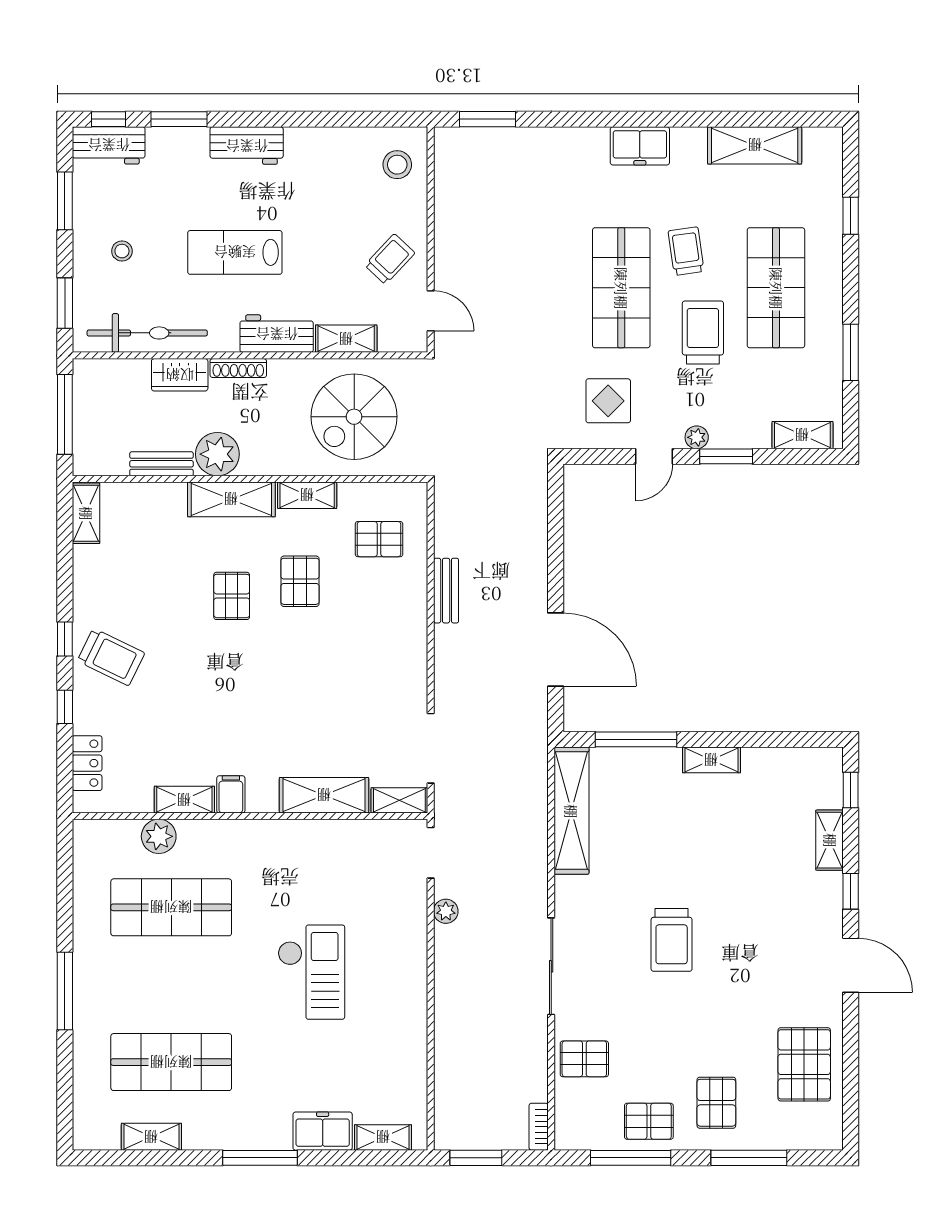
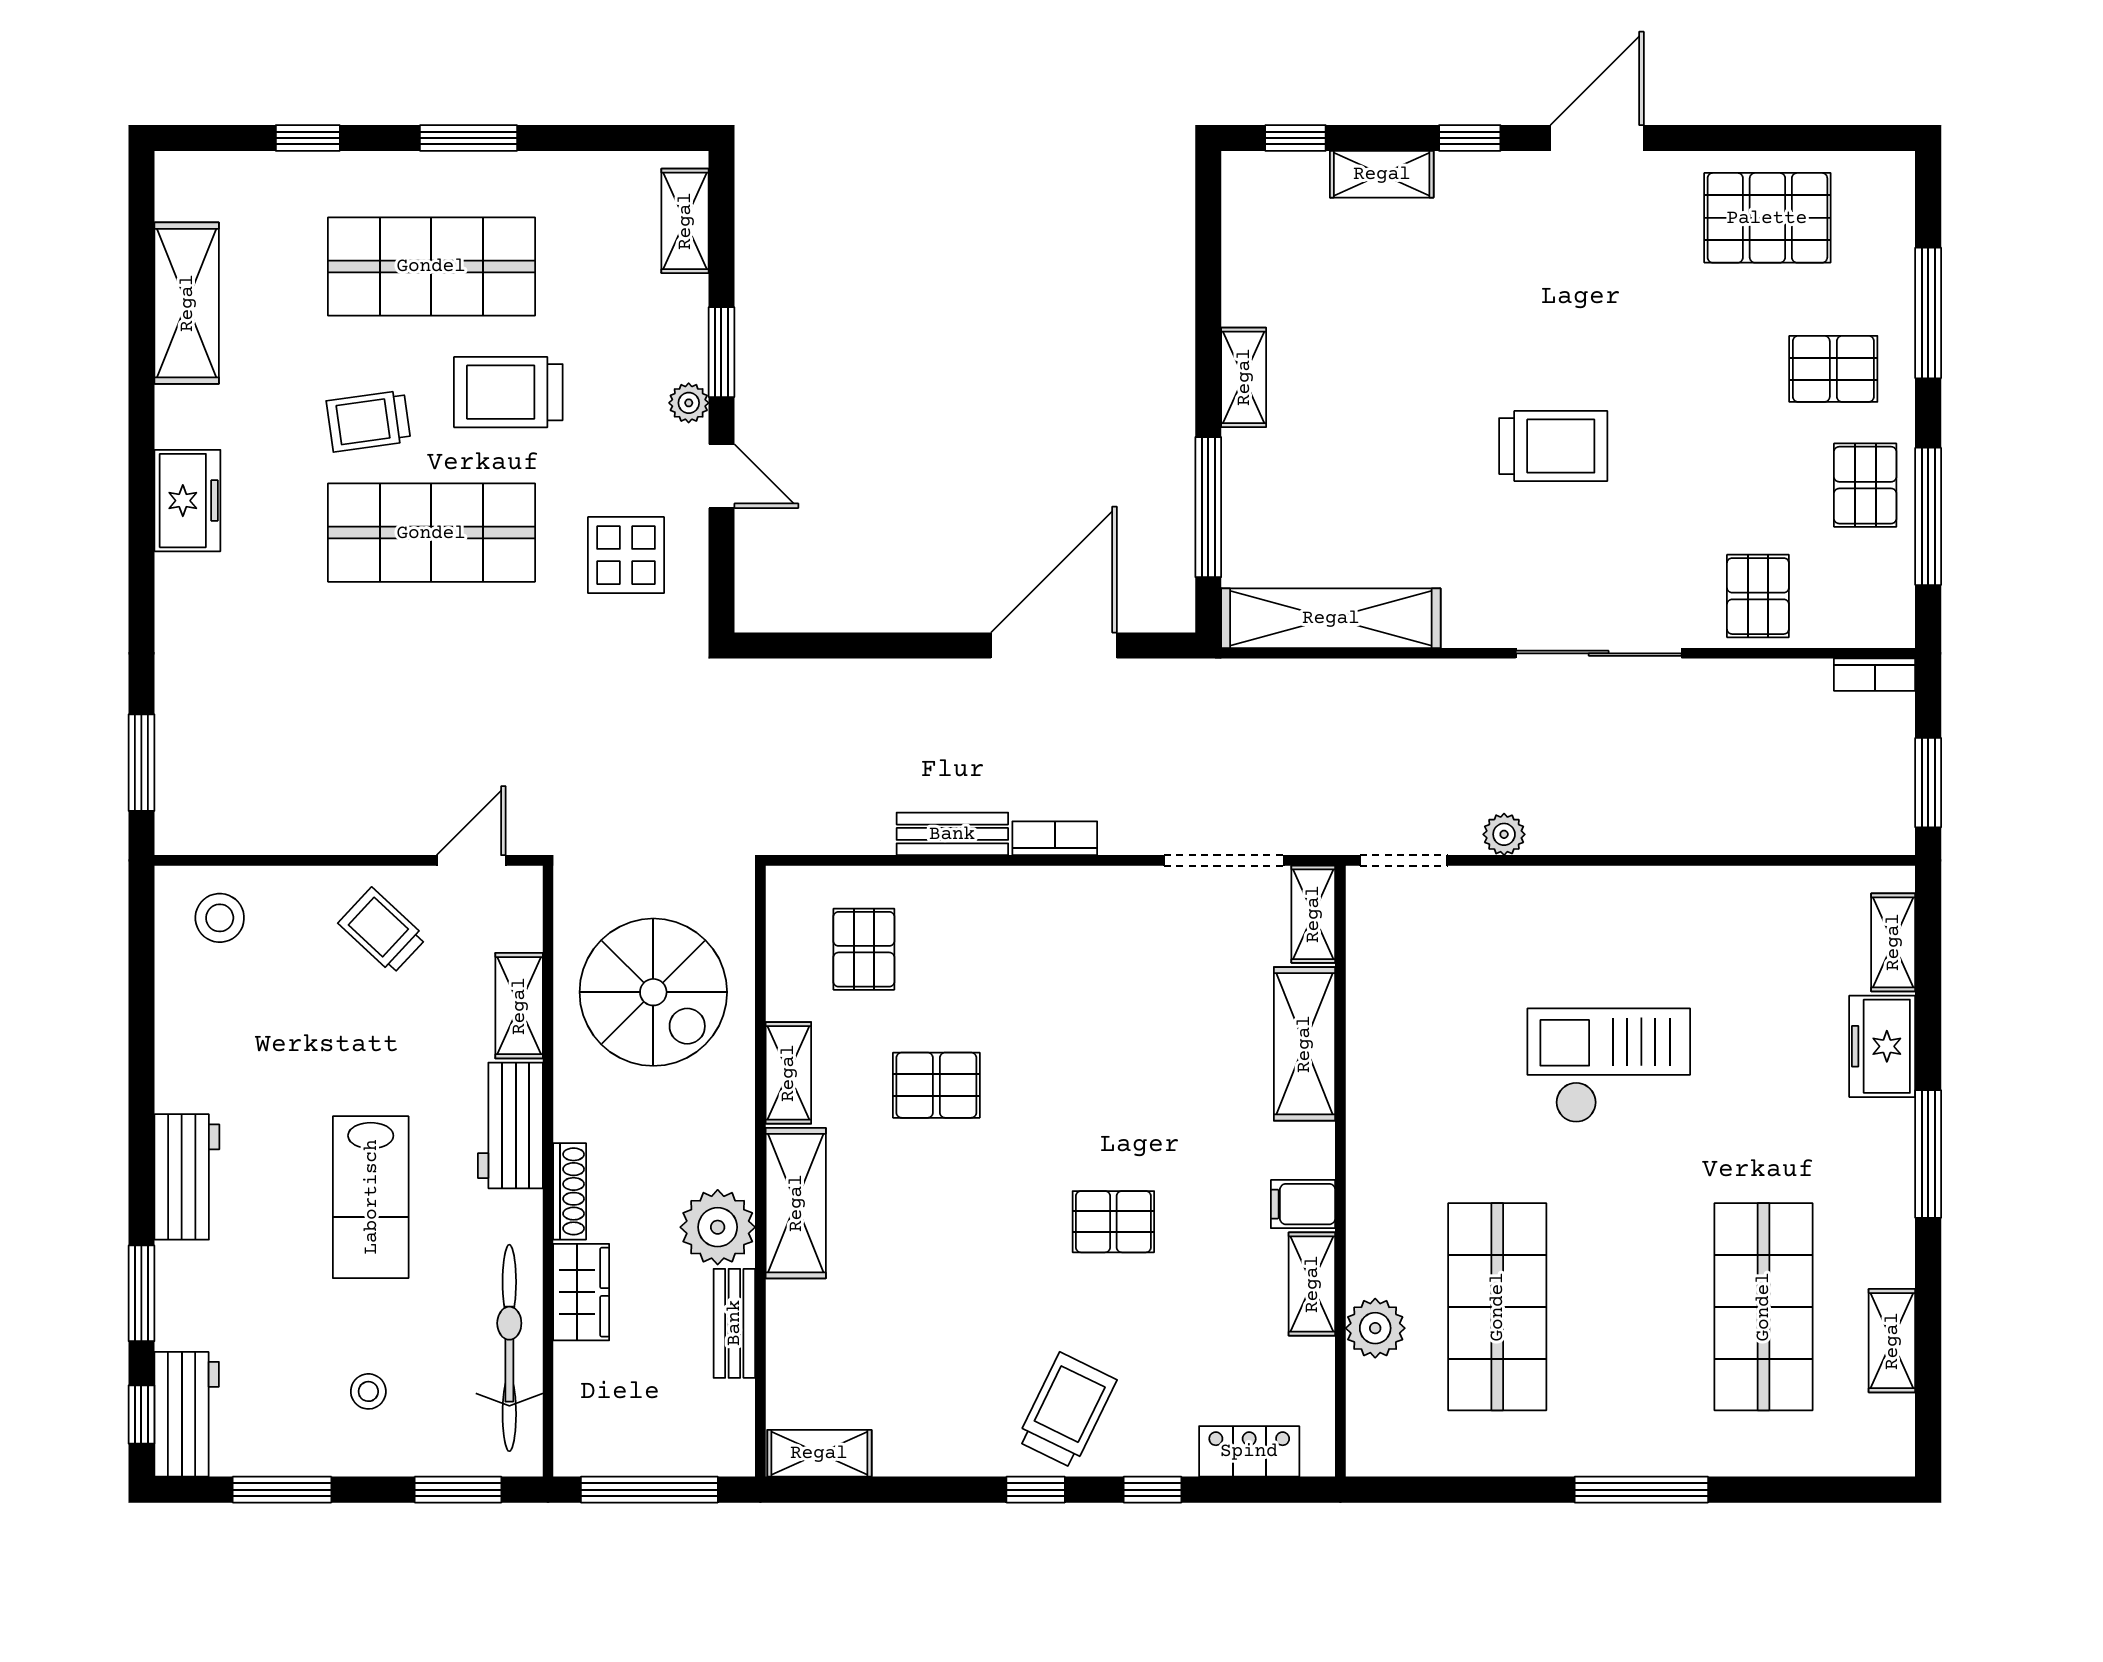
window: (851, 352) -> (469, 138), moved
pallet: (232, 596) -> (1113, 1222), moved
bookcase: (444, 650) -> (1055, 838), added

